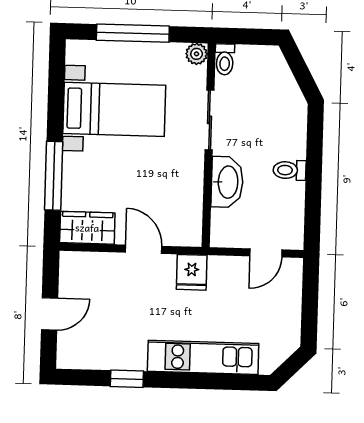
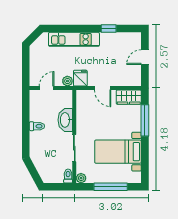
plant: (220, 267) -> (67, 81), added

